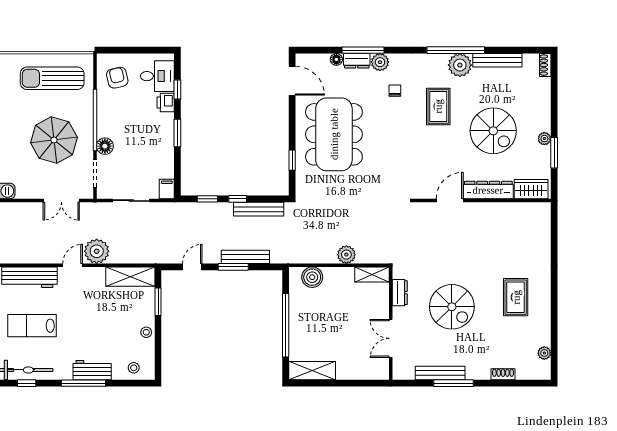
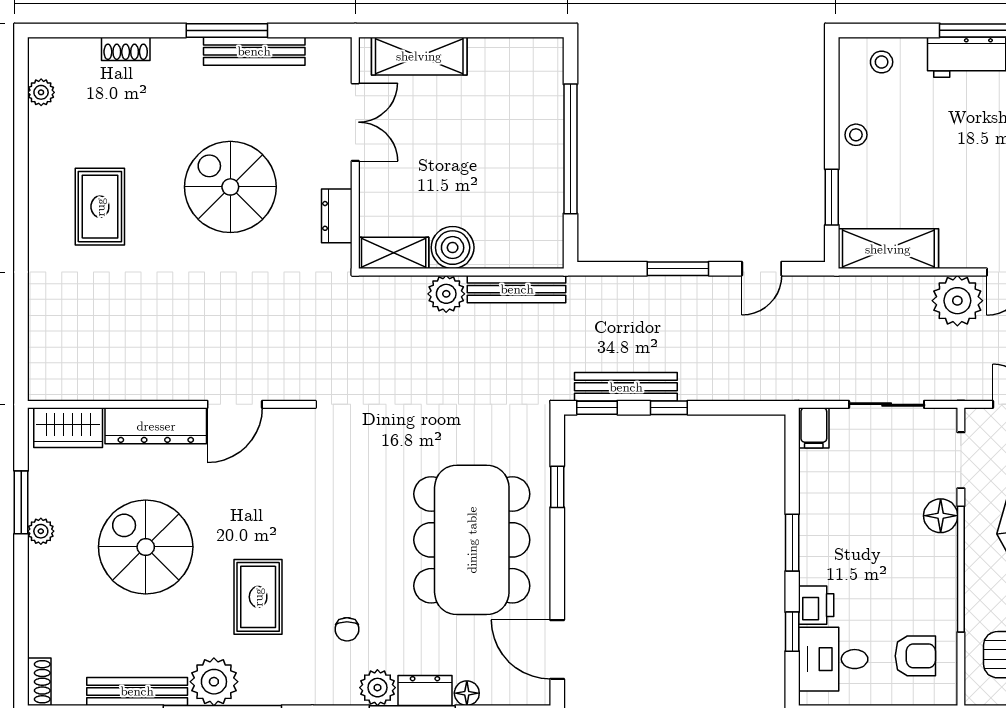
armchair: (117, 78) -> (915, 656), turned -77
window: (207, 199) -> (597, 408), moved
bench: (245, 257) -> (517, 289), moved
boiler: (312, 277) -> (453, 248), moved
shelving: (312, 371) -> (419, 56), moved

